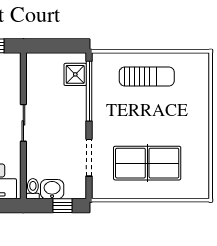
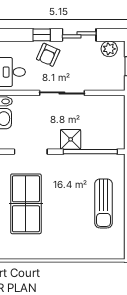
shower: (75, 74) -> (71, 139), moved
sliding door: (23, 123) -> (62, 93), width x1.37

